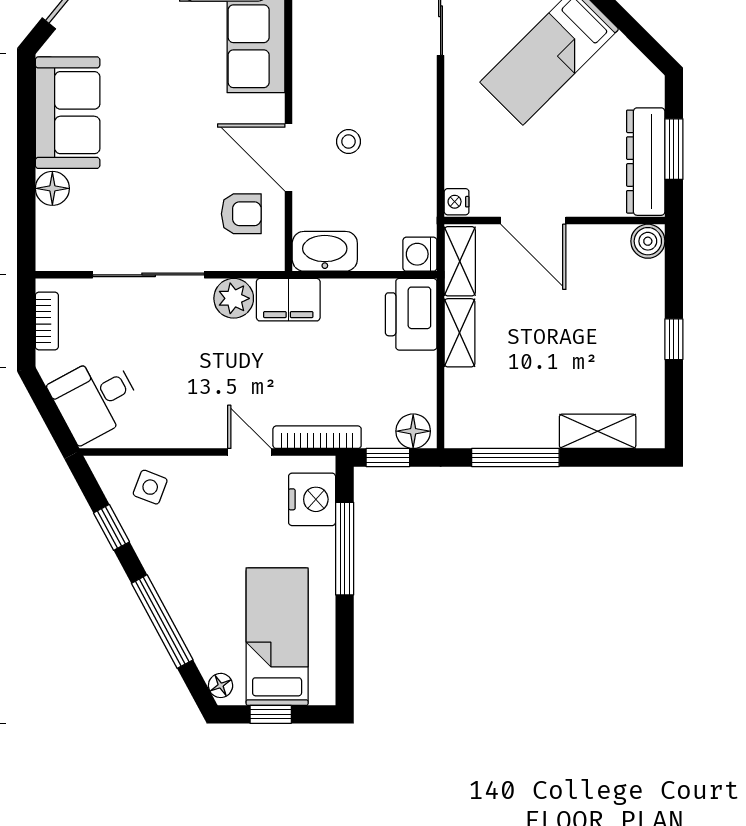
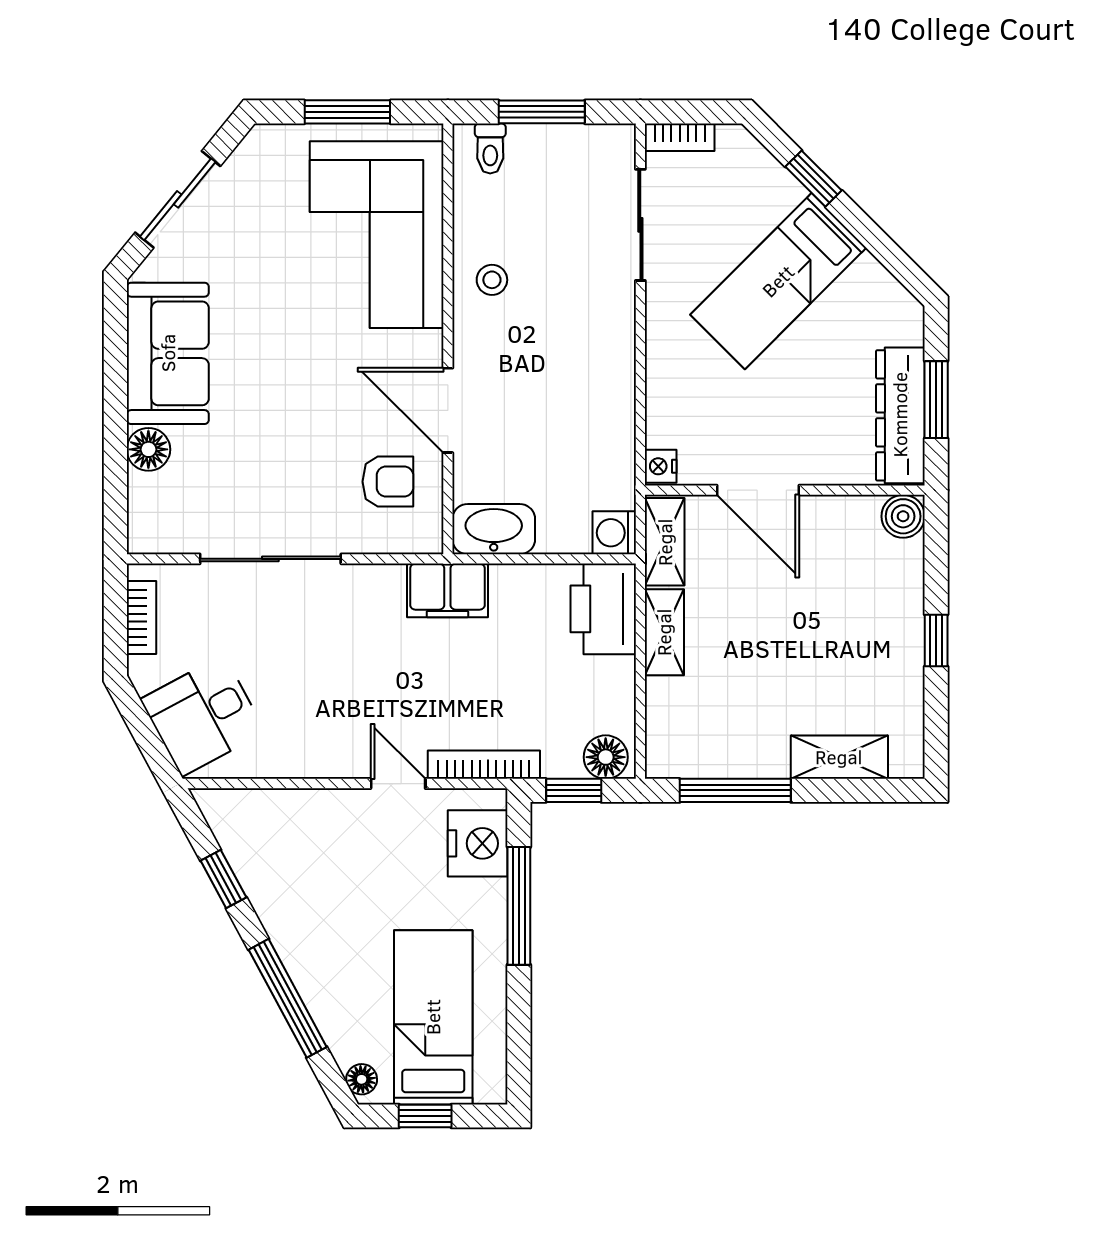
stool: (349, 142) -> (492, 280), moved
plant: (234, 298) -> (378, 589), removed
side table: (150, 487) -> (272, 828), removed

